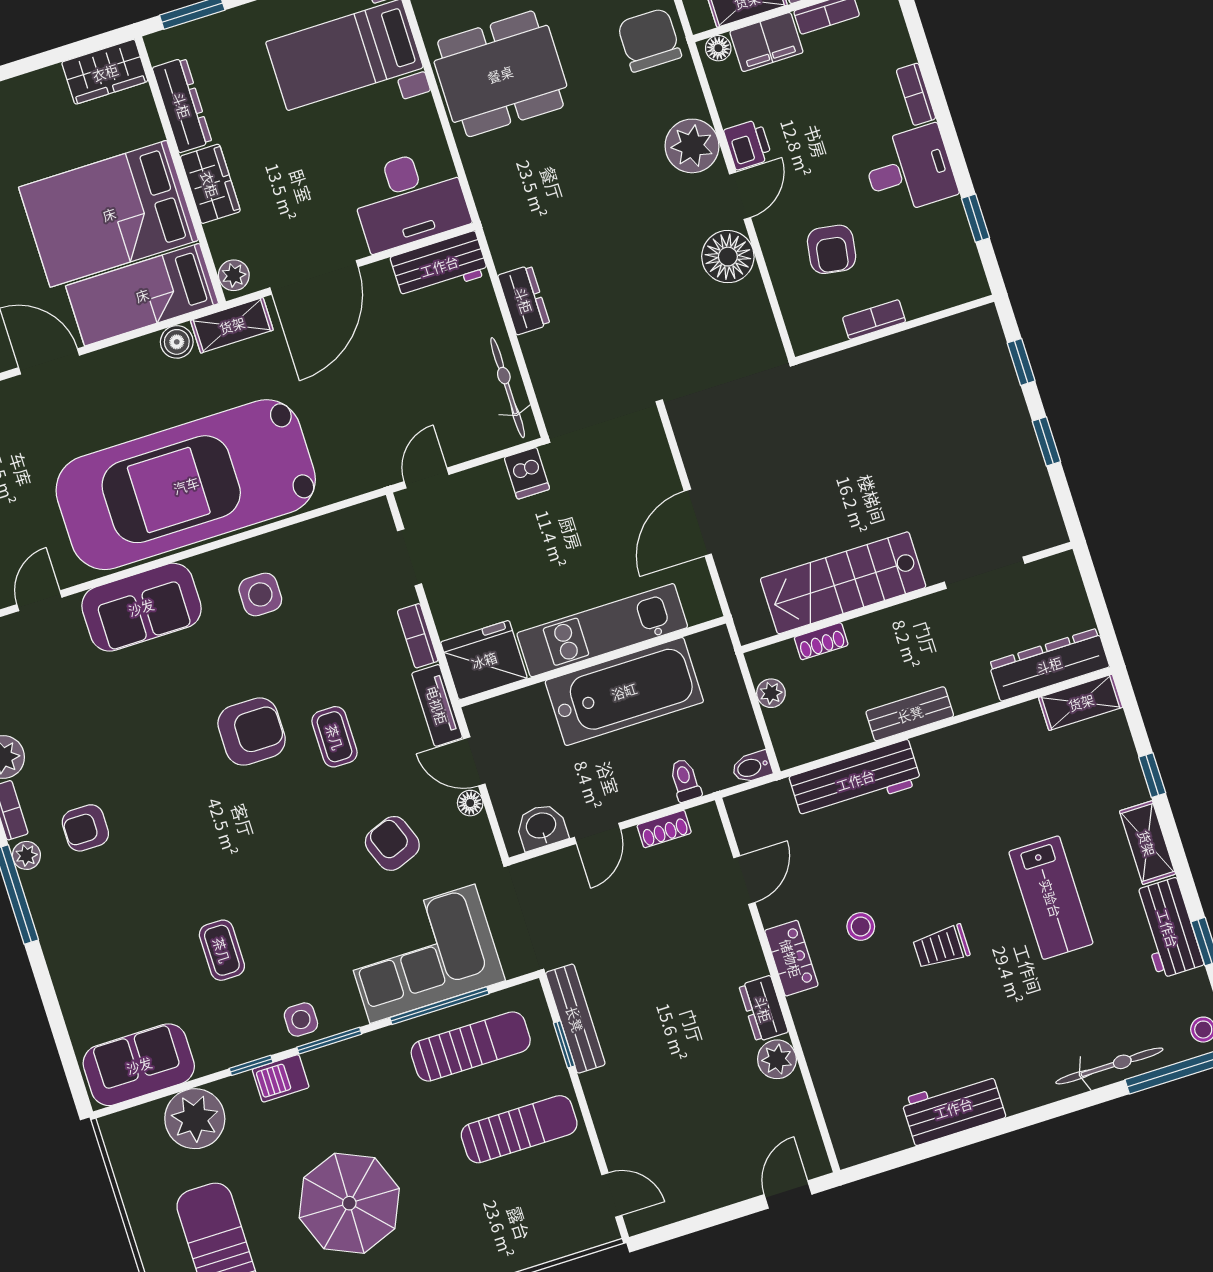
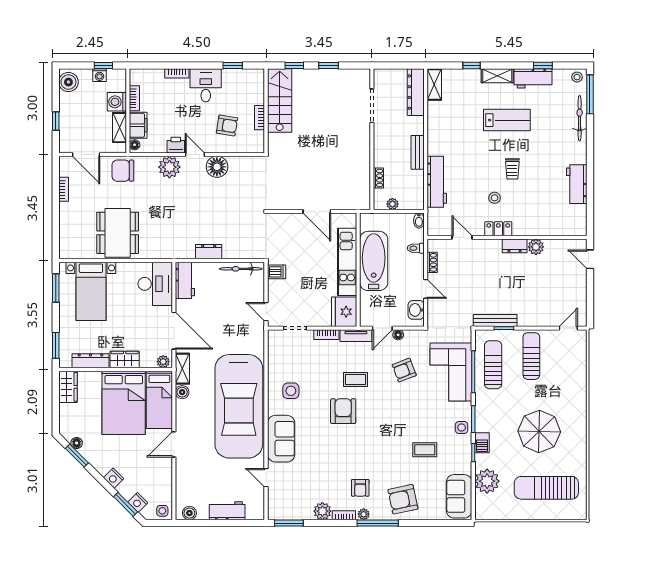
stairs: (843, 583) -> (280, 100), moved, turned 180
armchair: (90, 936) -> (403, 499), added

